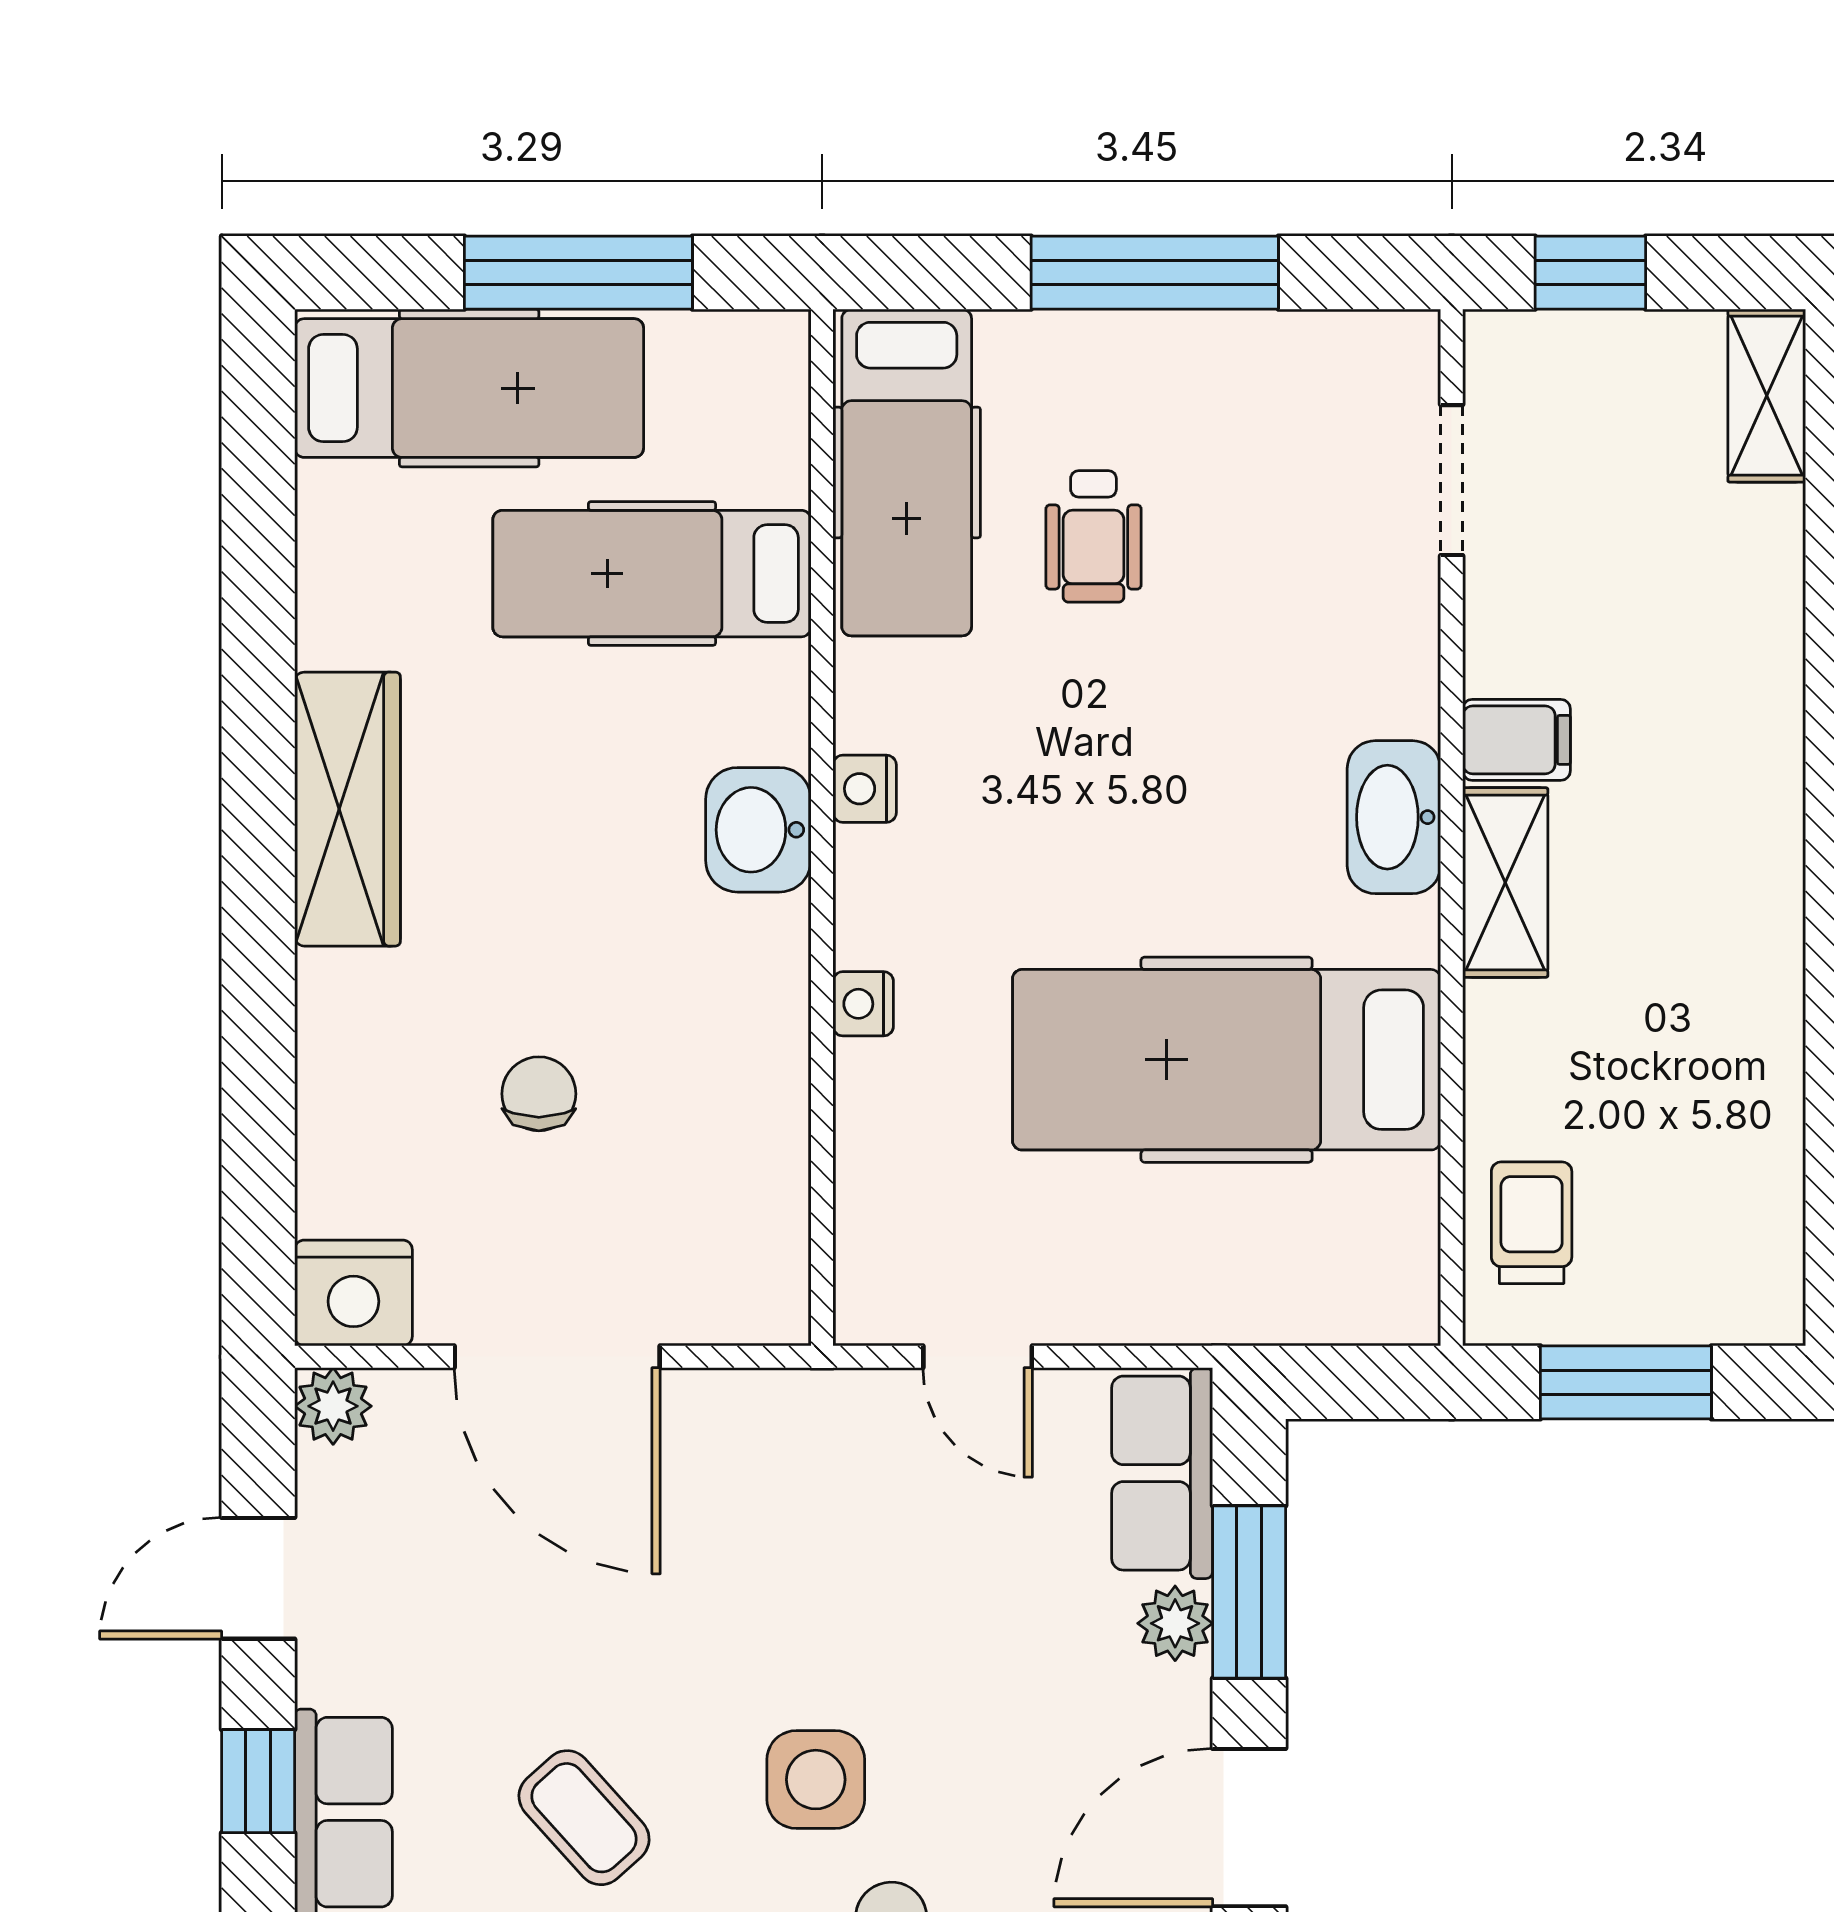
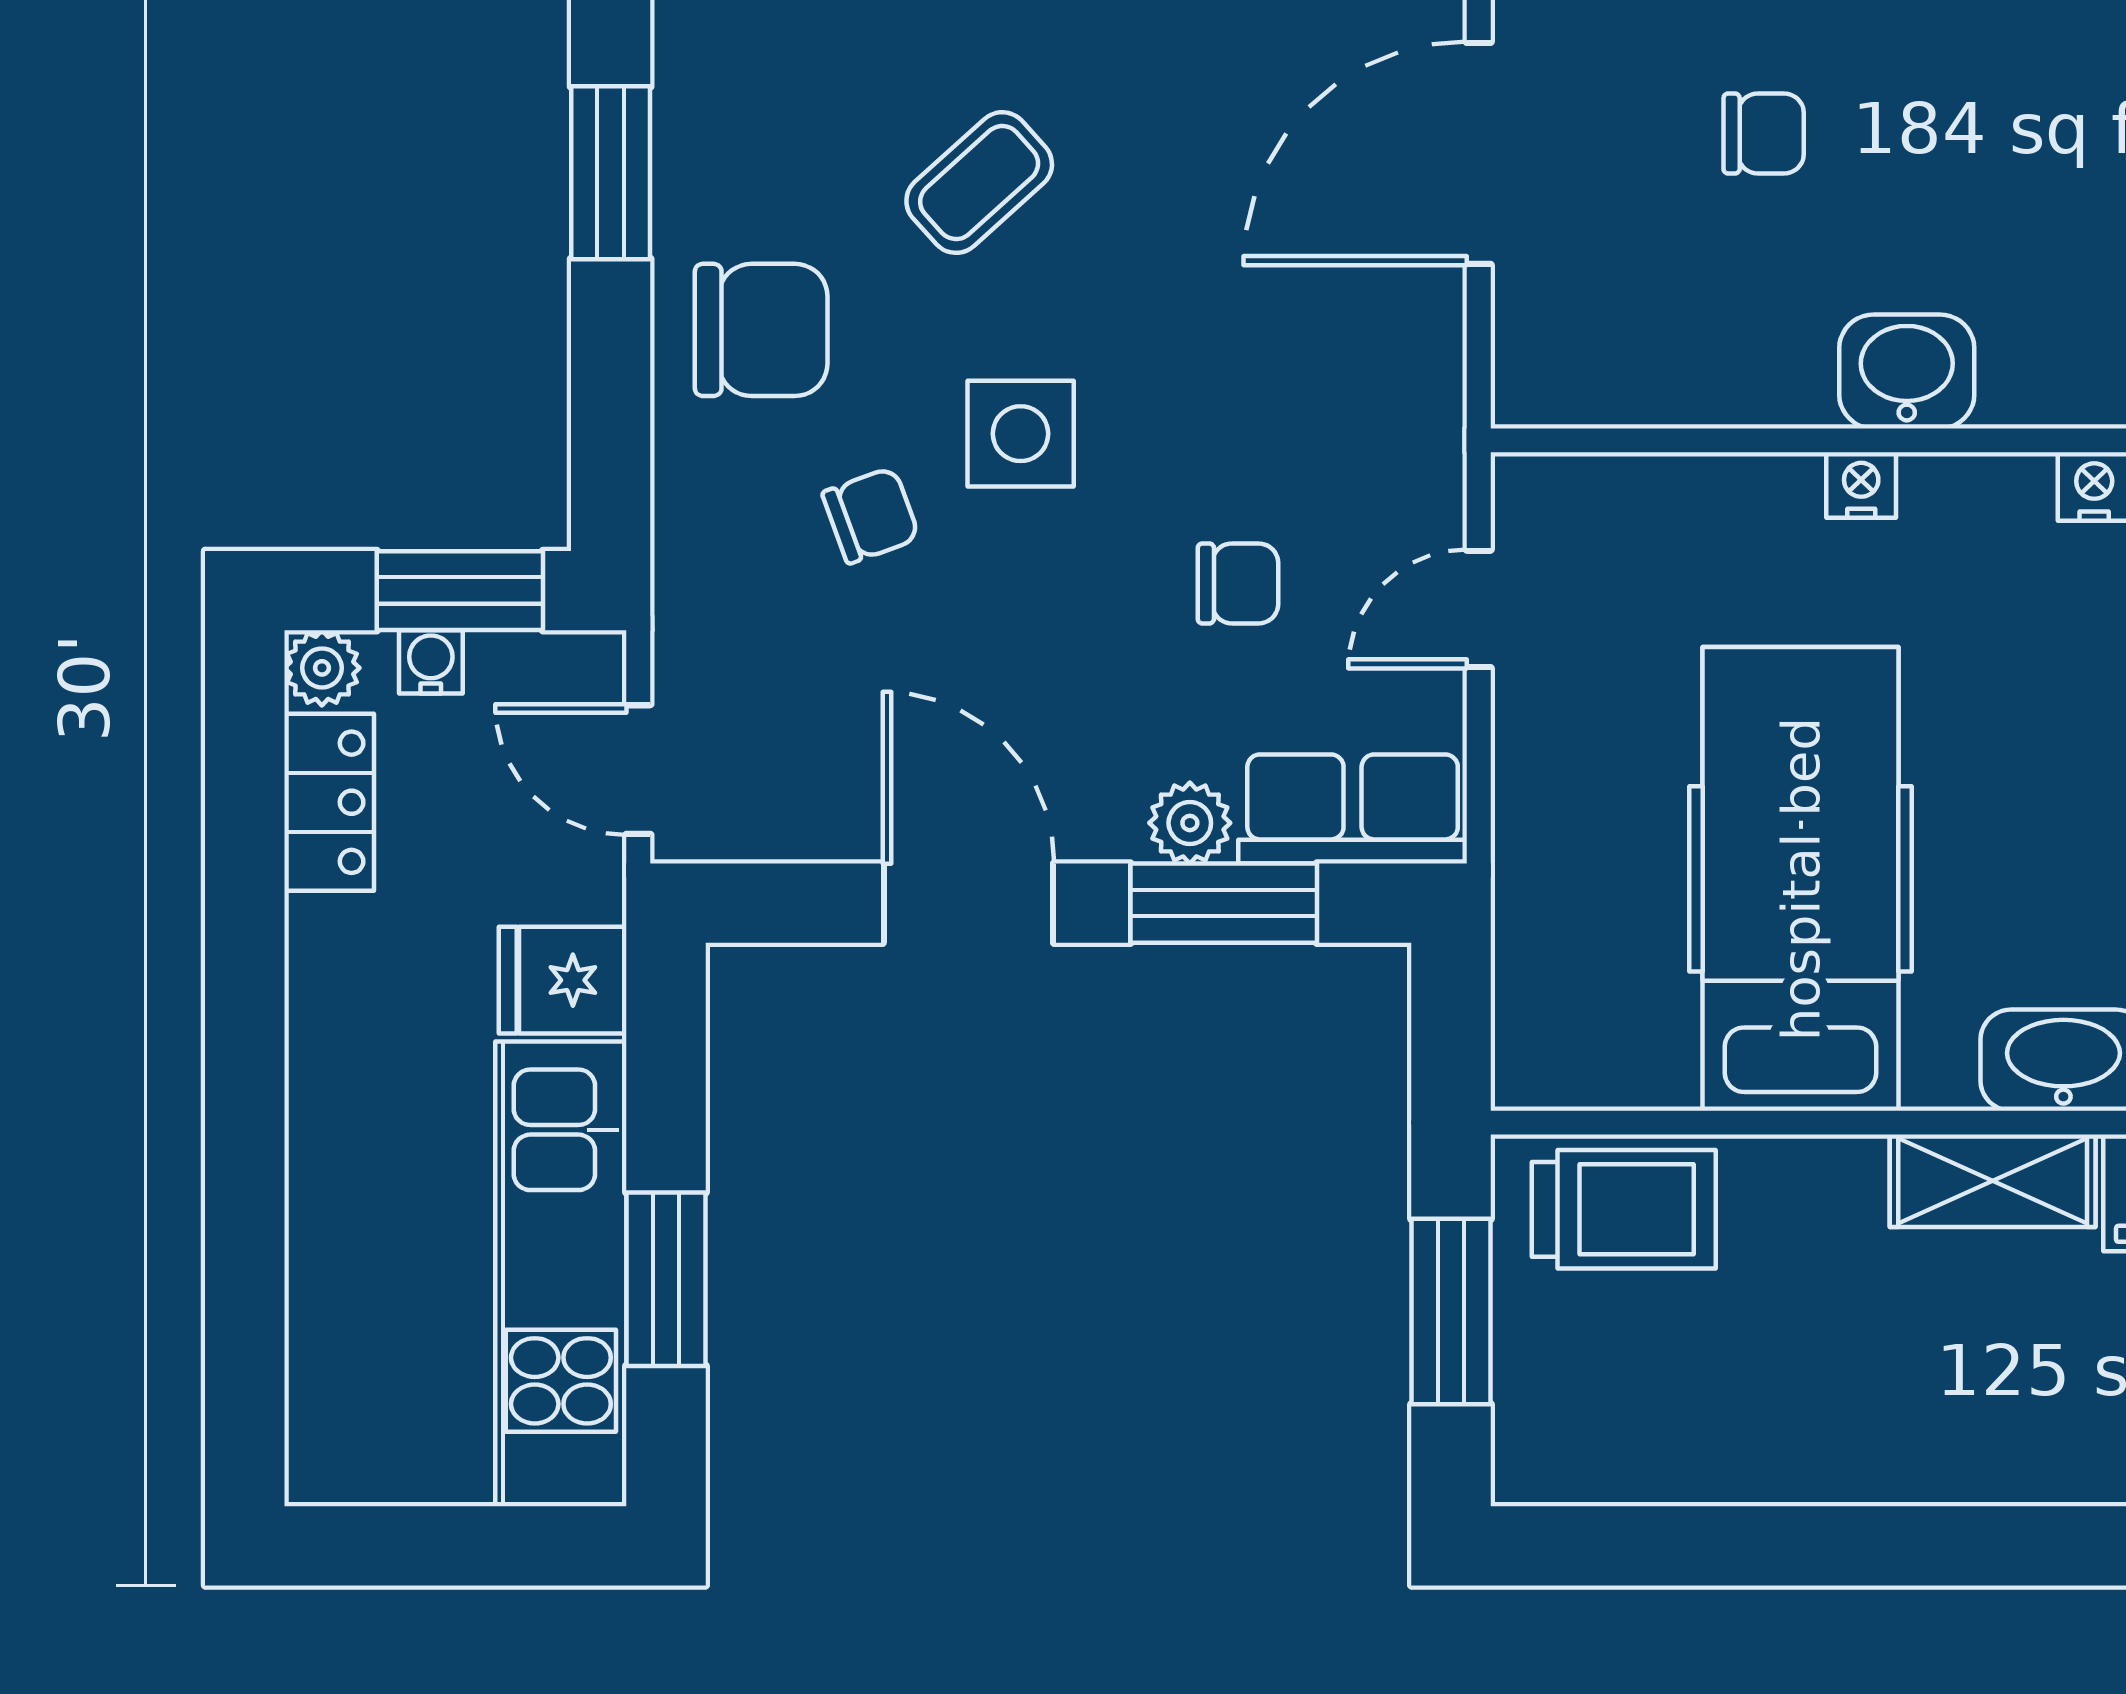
washbasin: (758, 830) -> (1907, 371), moved
trolley: (1532, 1223) -> (1624, 1209), width x1.36, depth x1.39
chair: (954, 1579) -> (1238, 583), added

